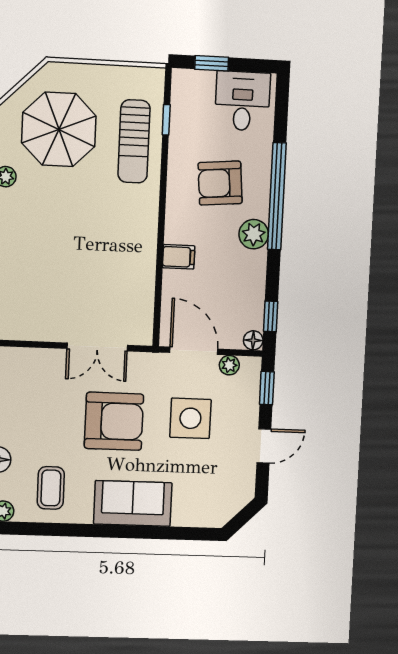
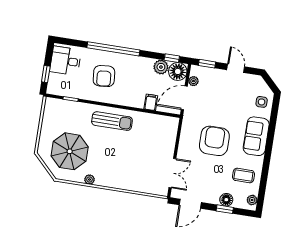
sun lounger: (134, 141) -> (112, 121), moved
plant: (254, 234) -> (161, 67), moved
filing cabinet: (179, 257) -> (151, 102), moved
floor lamp: (253, 340) -> (178, 71), width x1.89, depth x1.89
double door: (97, 347) -> (172, 173), moved
side table: (190, 418) -> (262, 102), moved, width x0.54, depth x0.54

